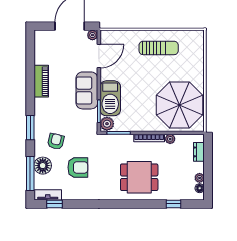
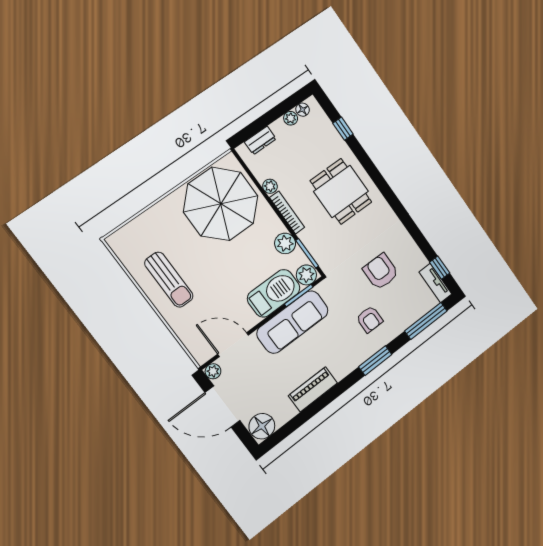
sun lounger: (159, 48) -> (169, 280), turned 180
sofa: (87, 90) -> (293, 322), width x1.36
plant: (133, 125) -> (285, 243), added
armchair: (56, 141) -> (370, 319), turned -103
floor lamp: (43, 166) -> (262, 426), moved

